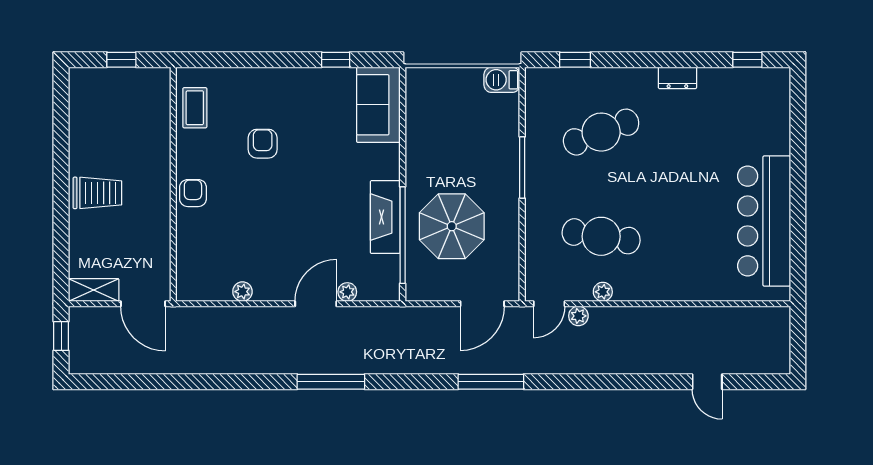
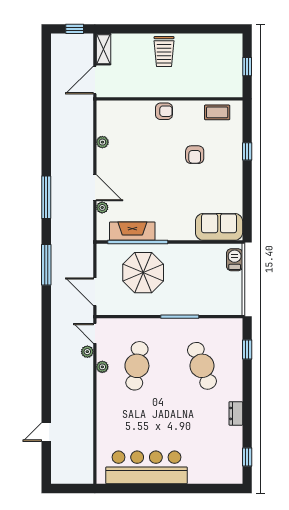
window: (336, 60) -> (247, 151), moved
barbecue: (502, 80) -> (235, 260), moved
armchair: (263, 144) -> (195, 155), turned 90
fireplace: (385, 217) -> (132, 231), moved
window: (491, 382) -> (46, 265), moved

